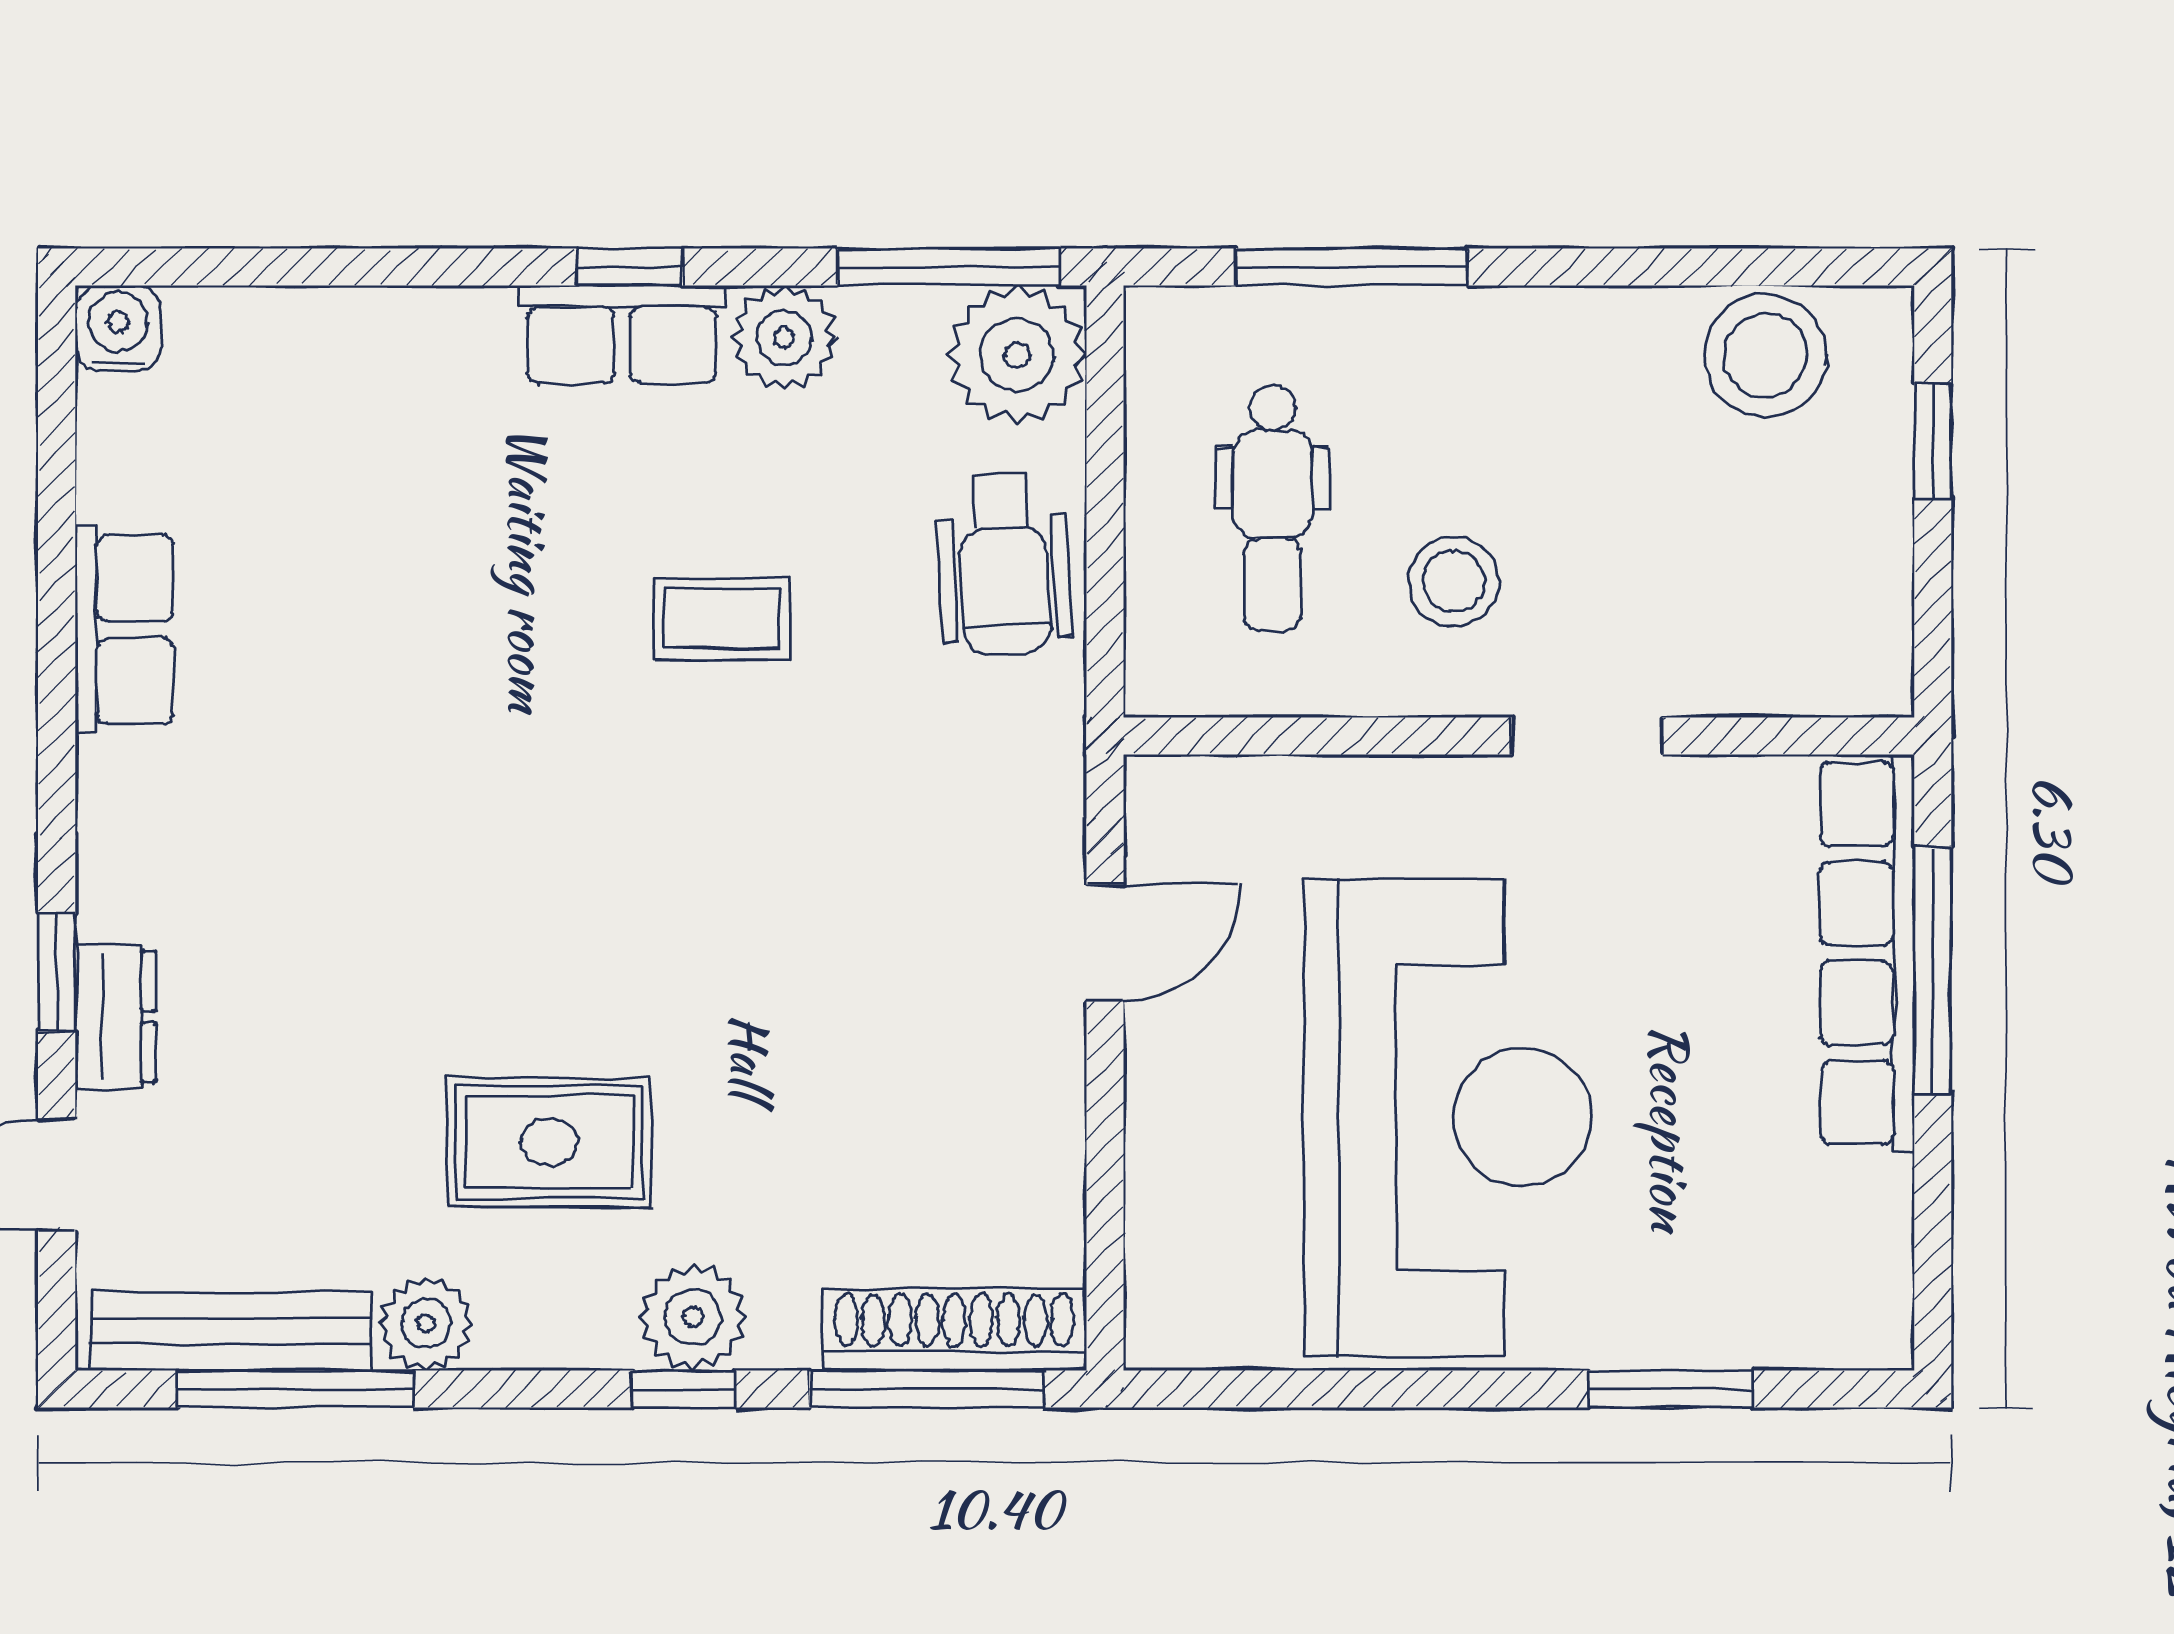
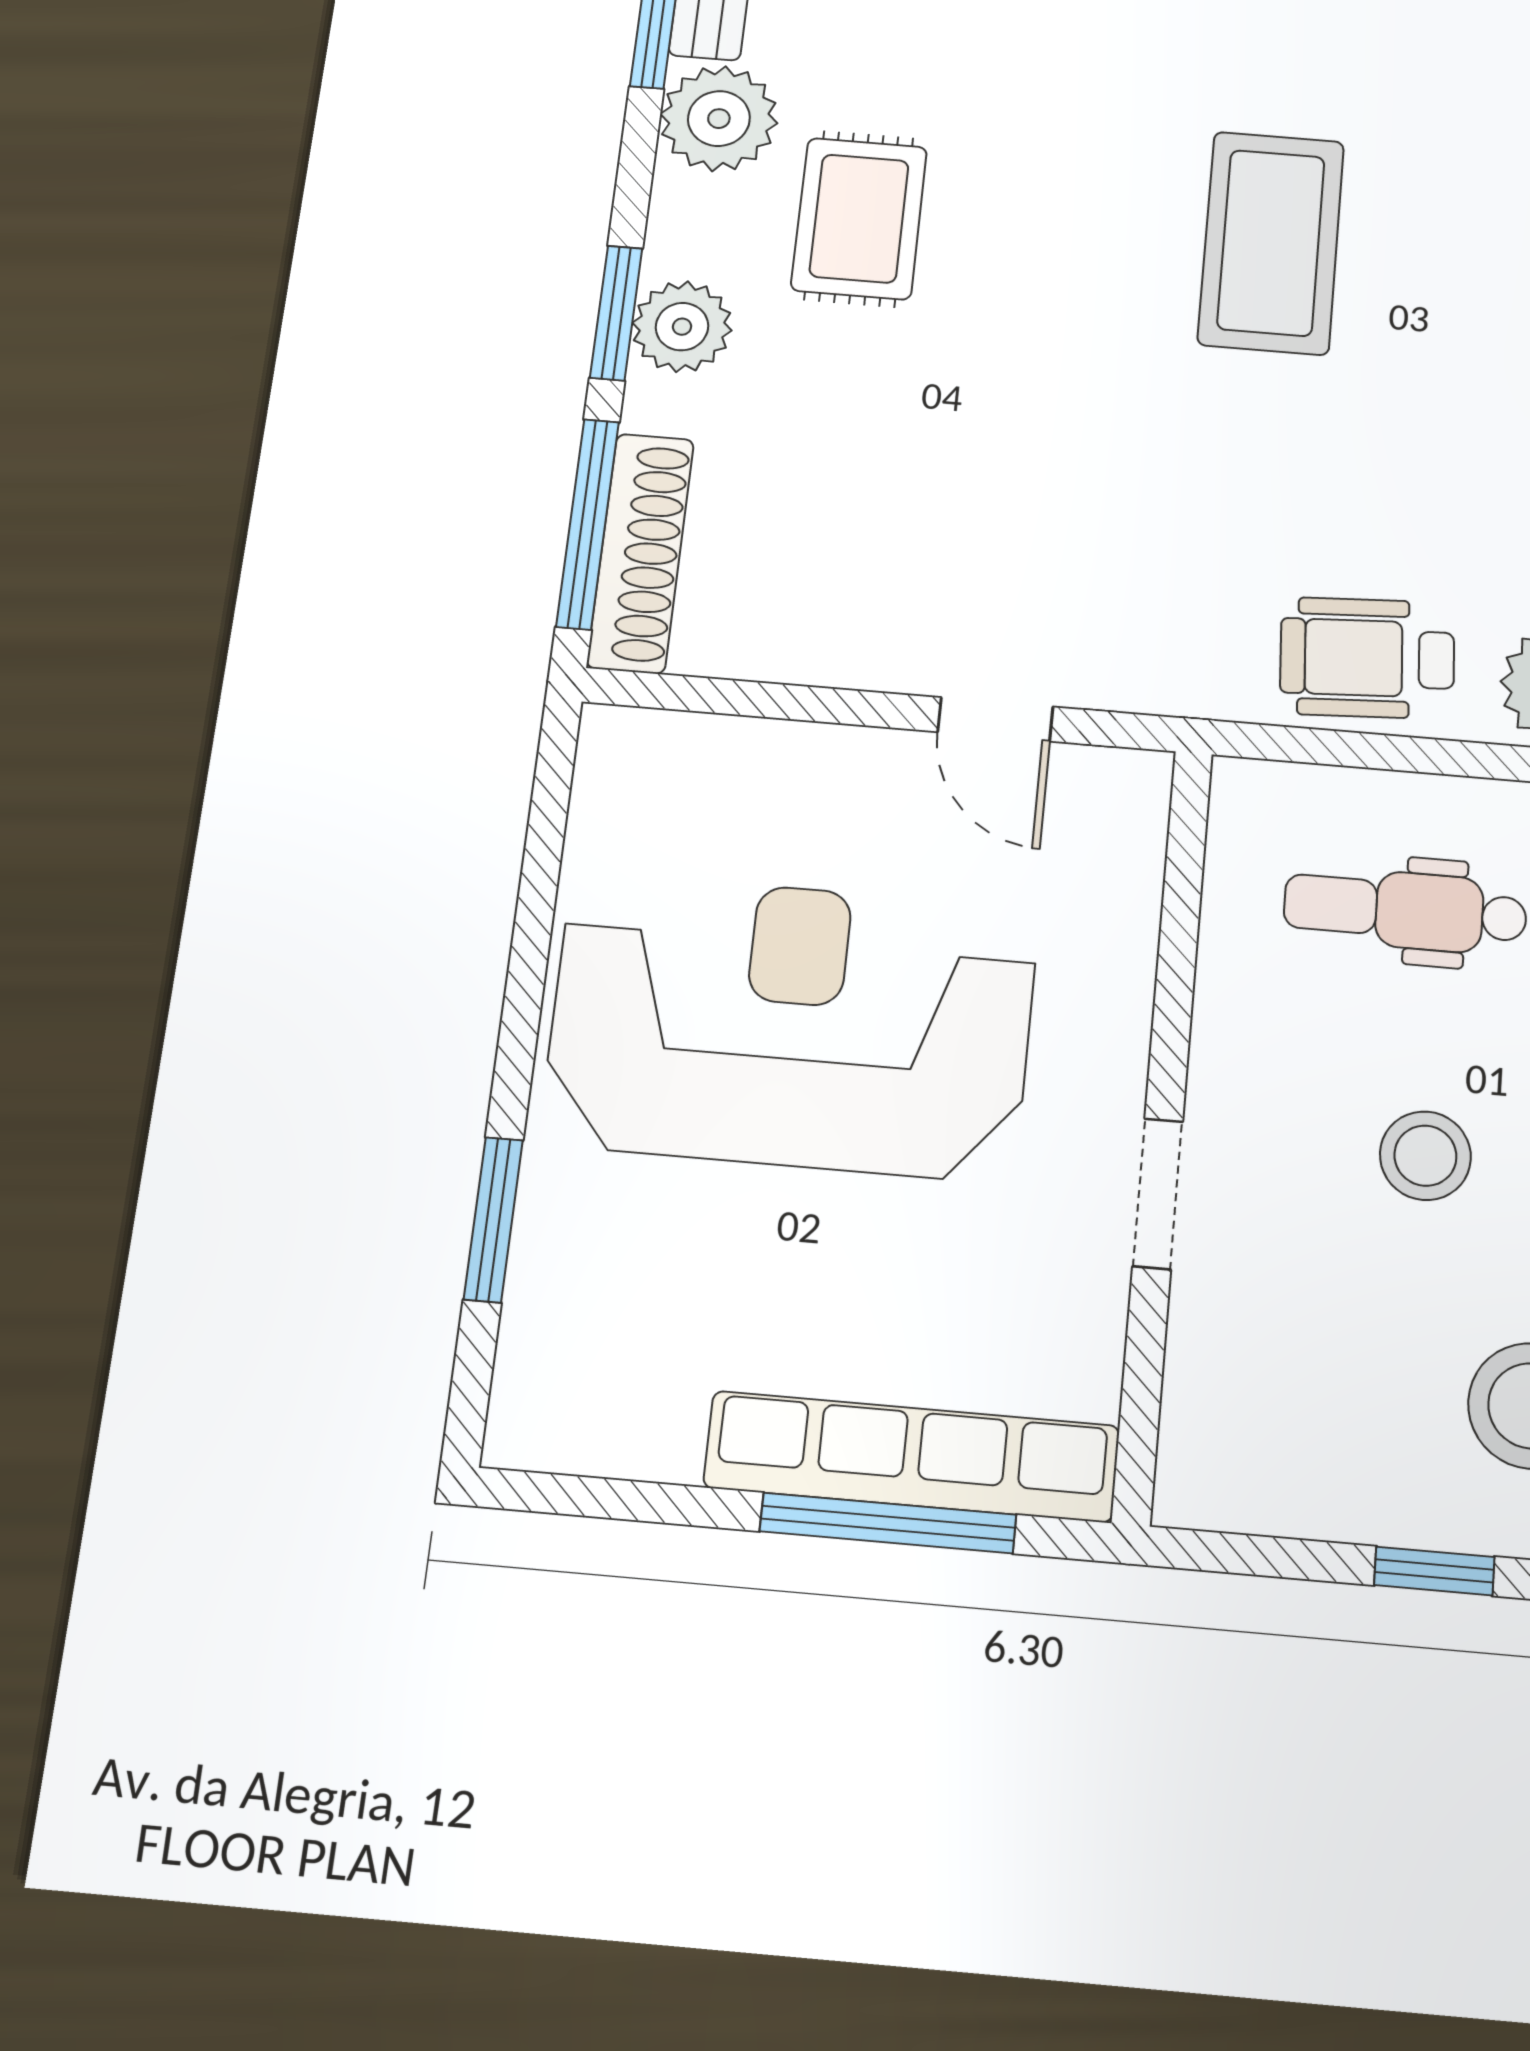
stool: (1454, 581) -> (1425, 1156), moved
coffee table: (722, 619) -> (1271, 243), moved, width x1.86, depth x1.72
reception desk: (1448, 1117) -> (791, 1025), turned 180
plant: (426, 1323) -> (719, 119), width x1.36, depth x1.36
window: (683, 1389) -> (616, 313), width x1.50

